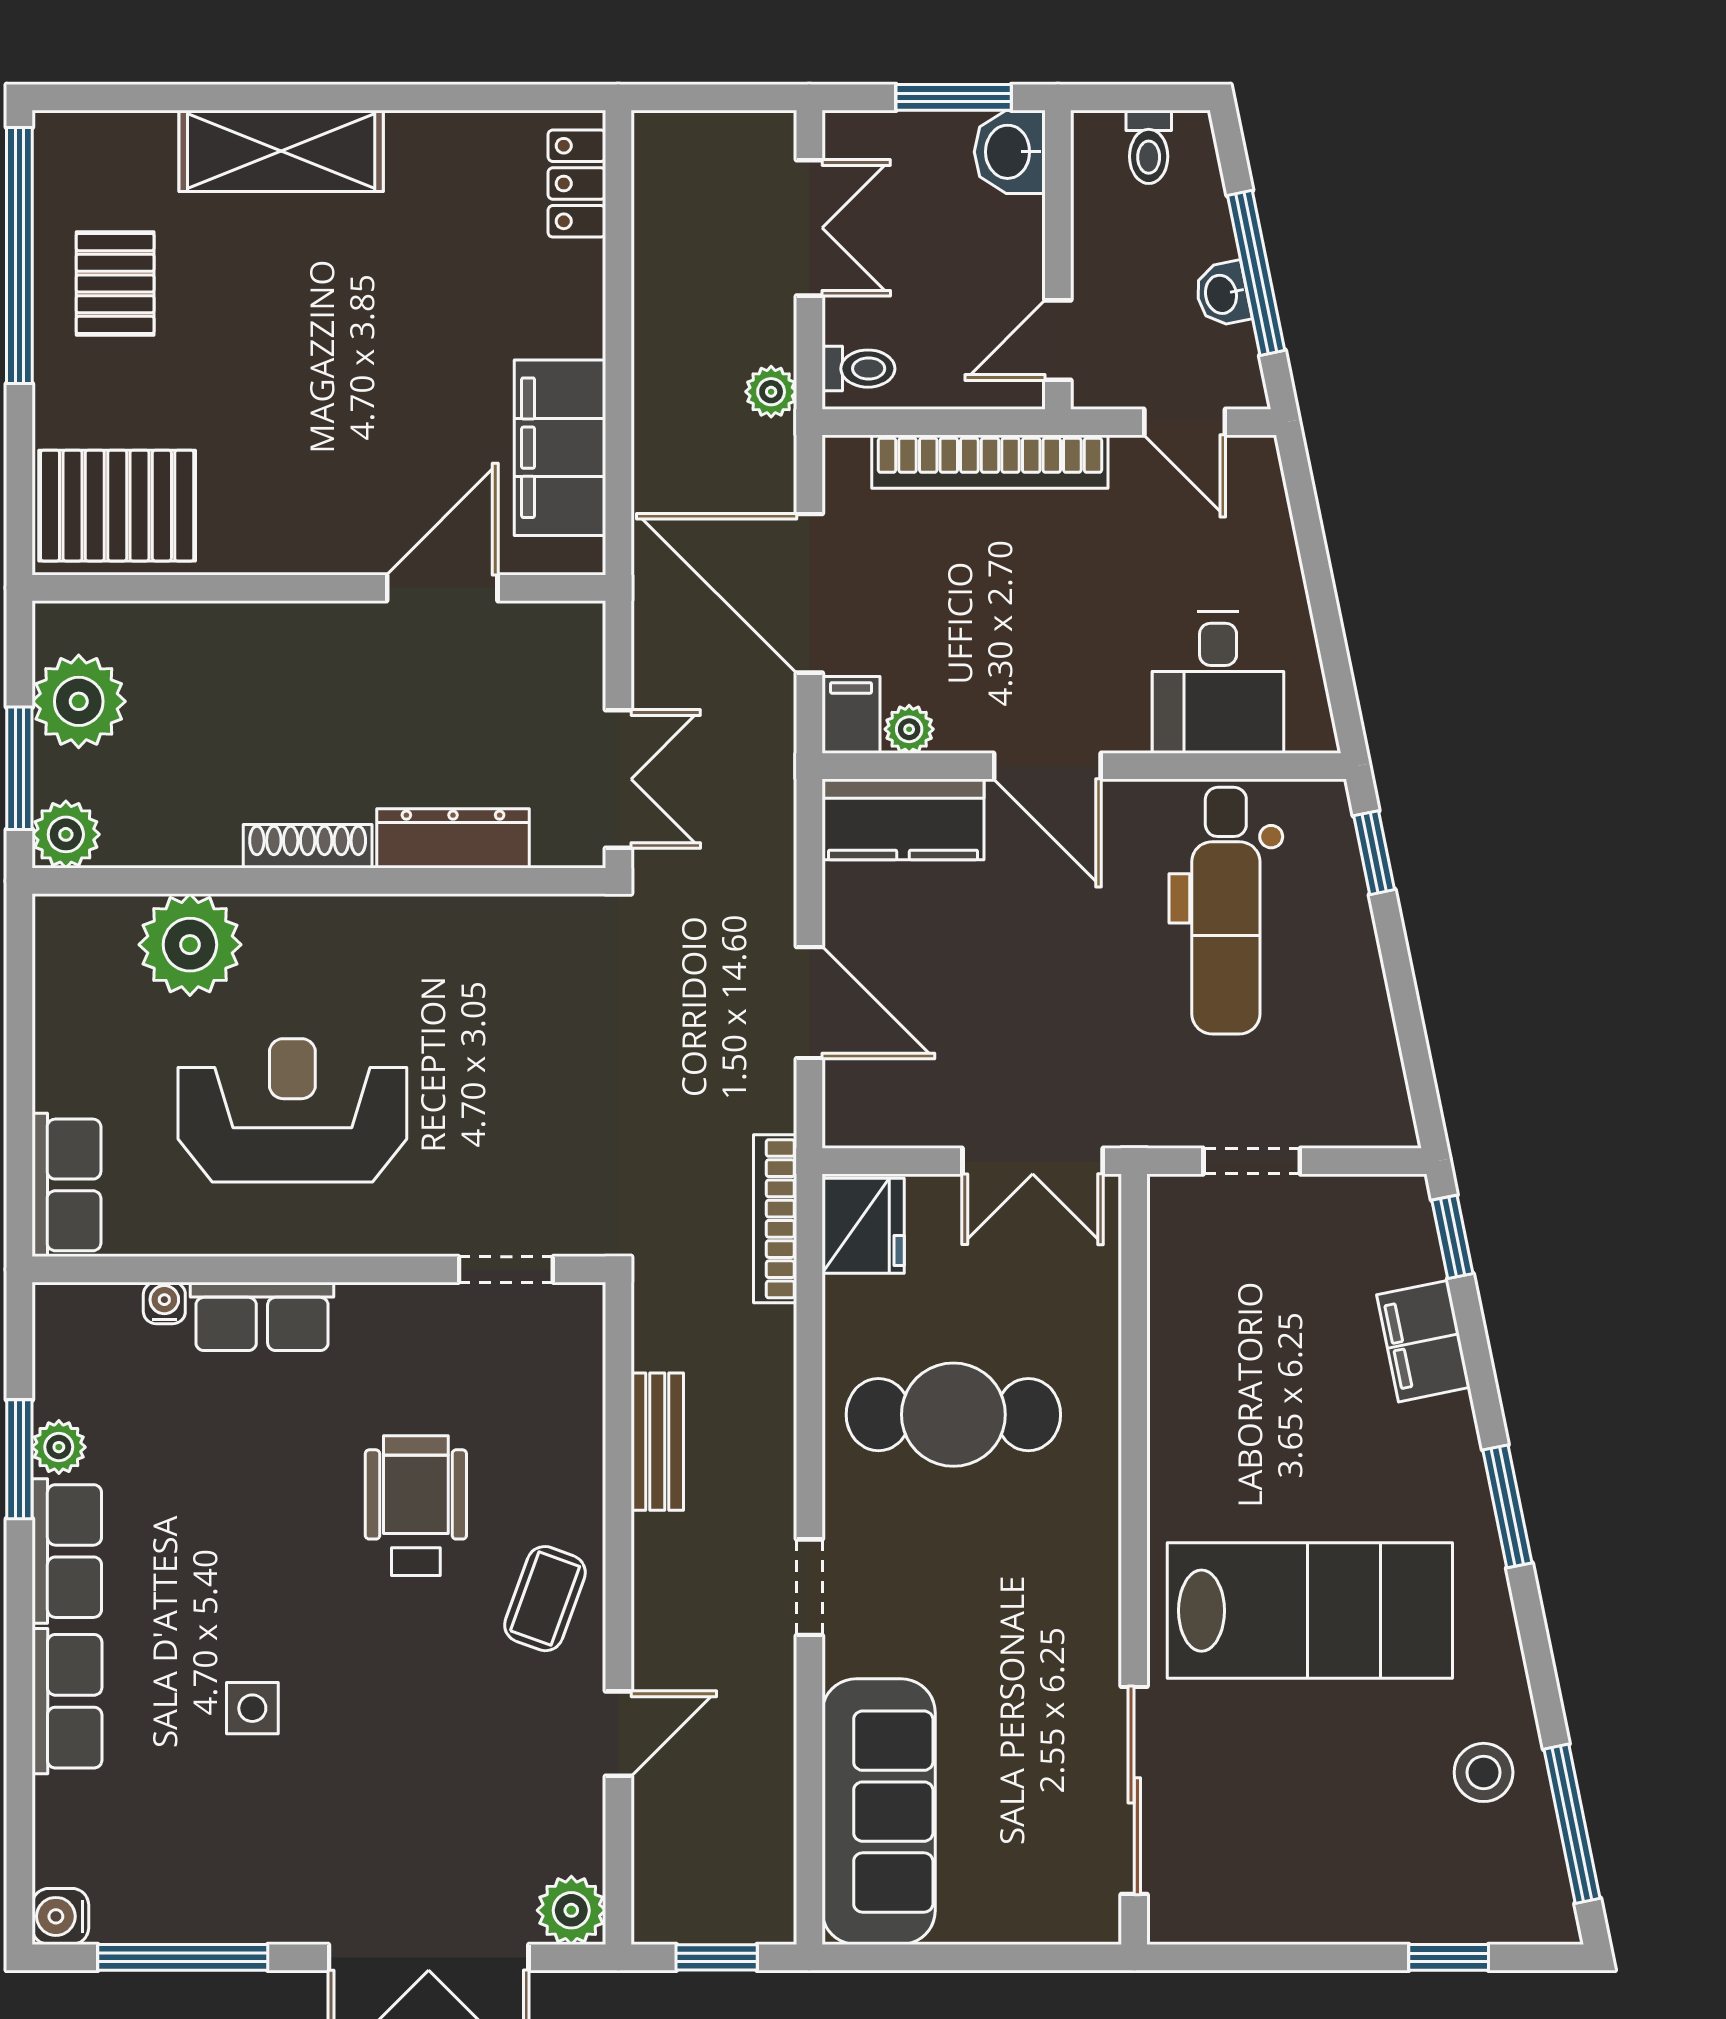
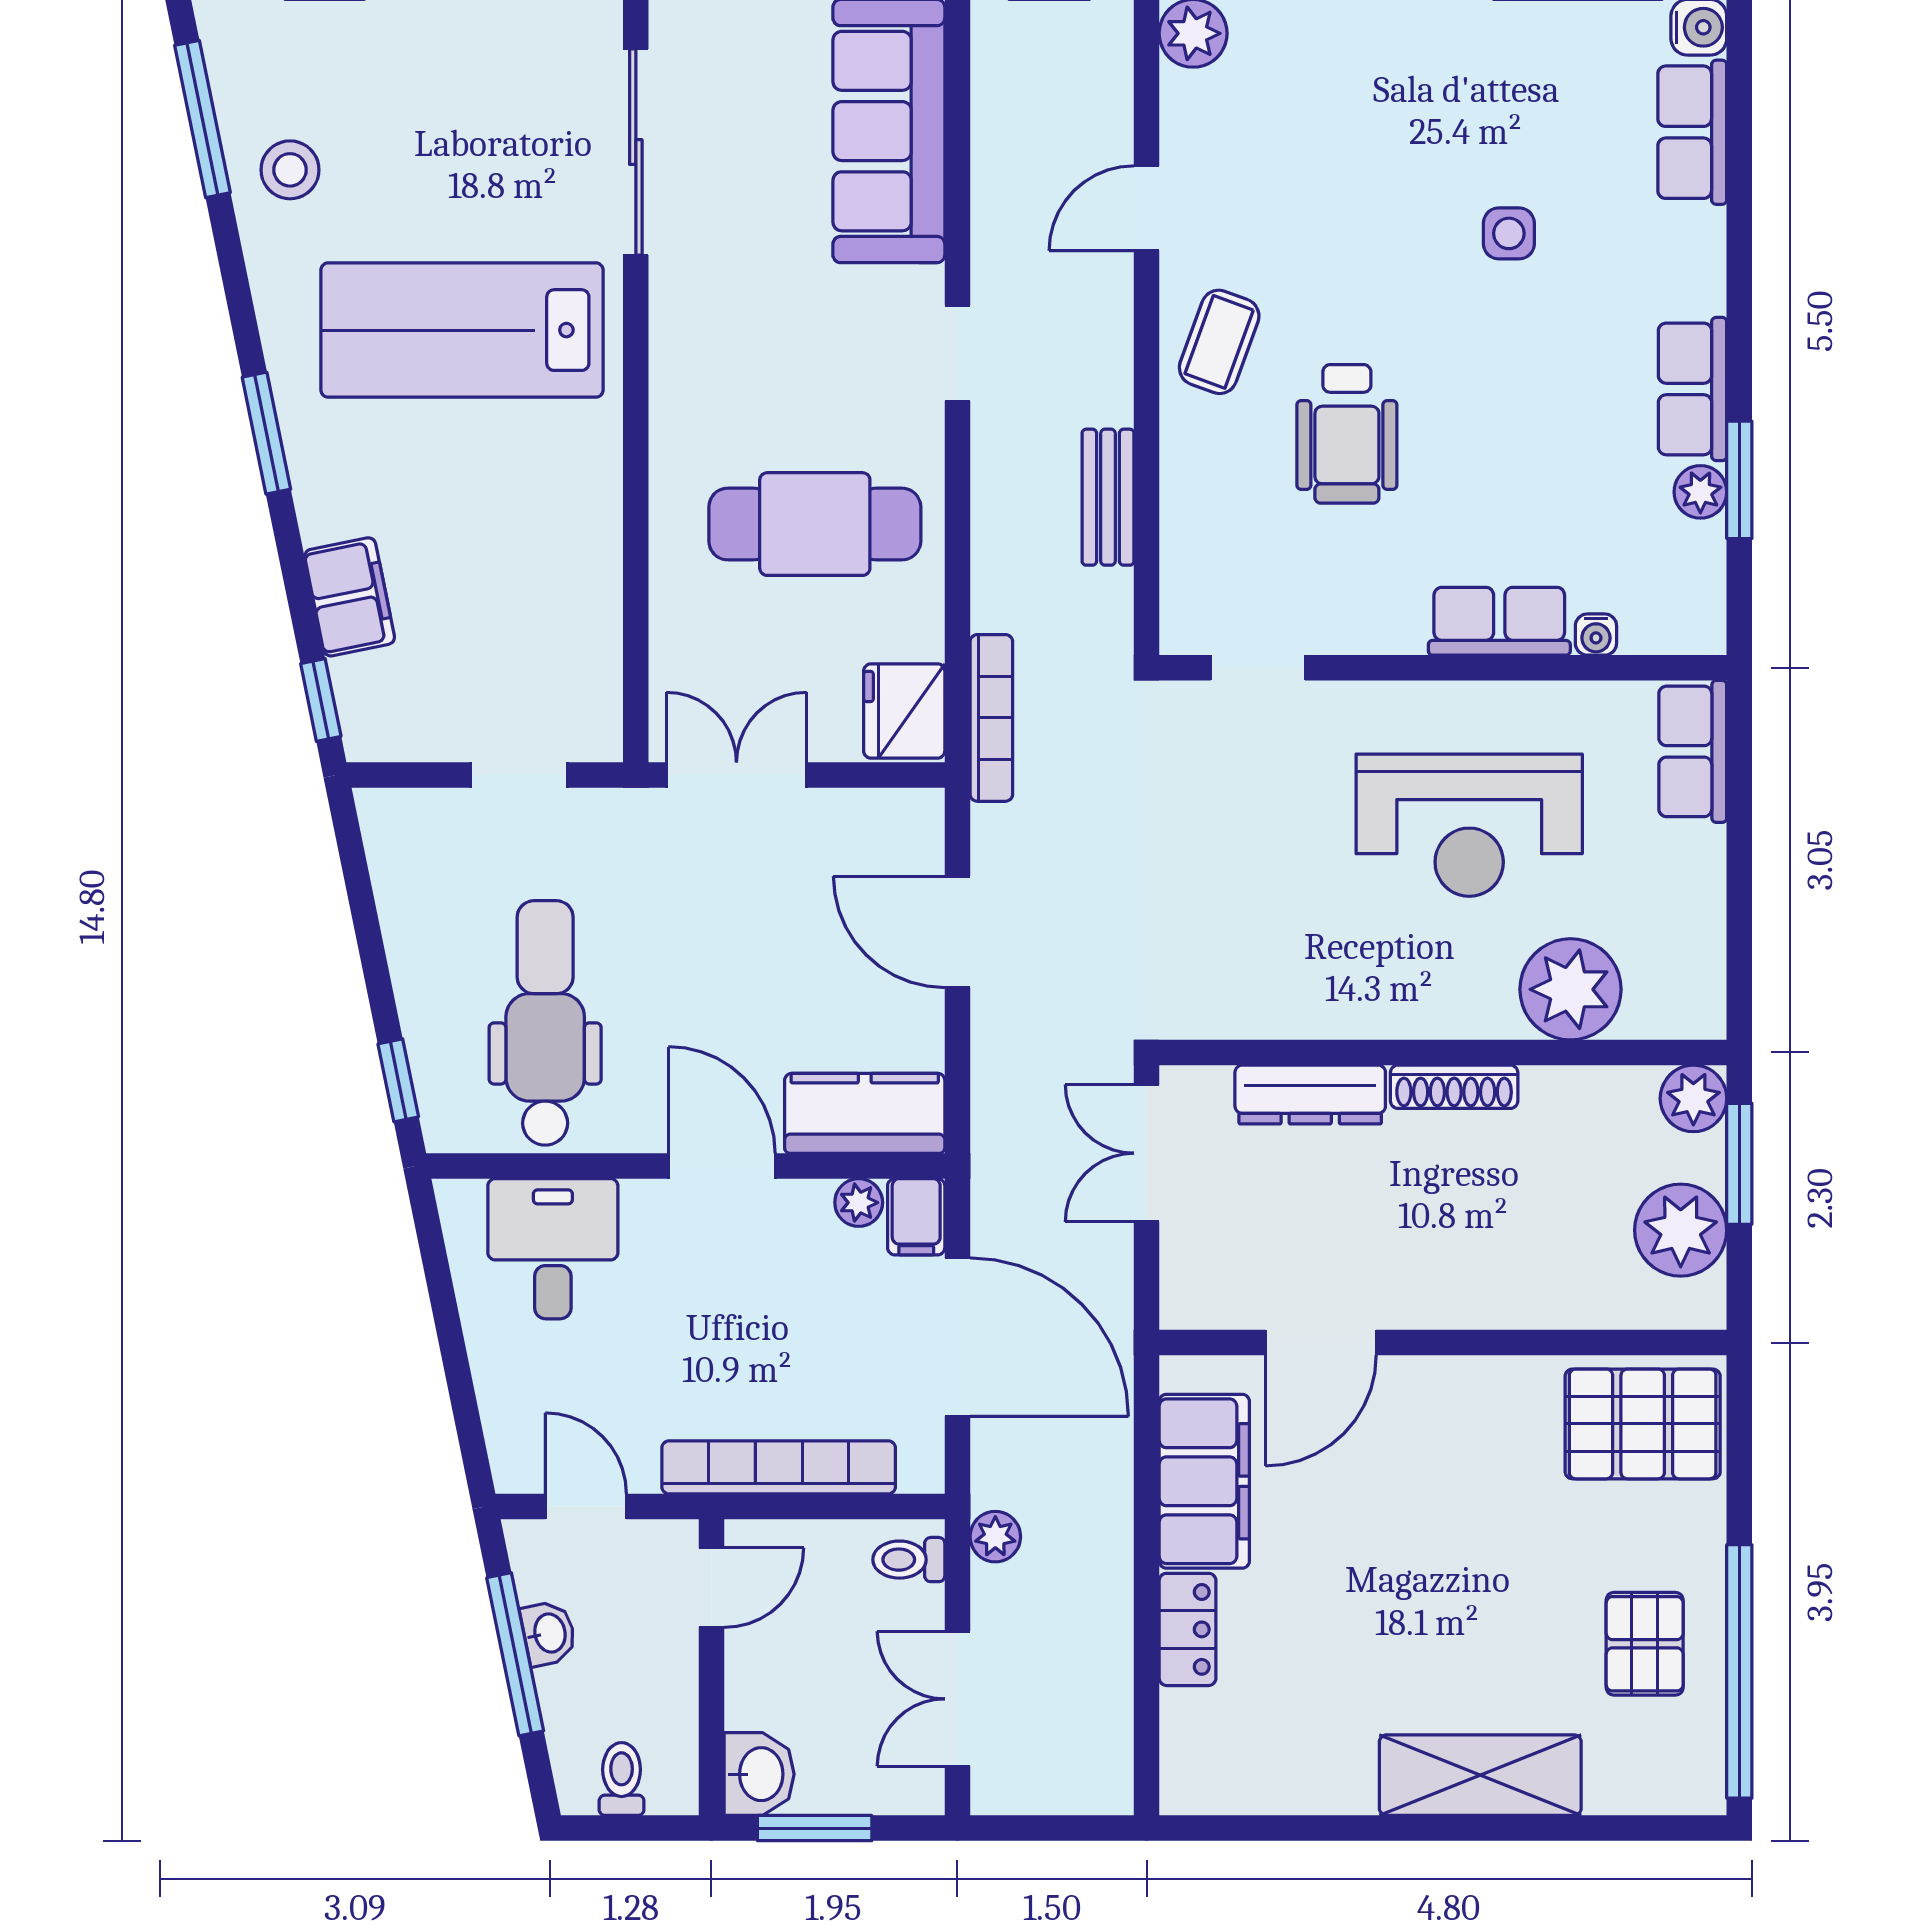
locker: (577, 184) -> (1188, 1629), moved
row of seats: (67, 1701) -> (1692, 132), moved

